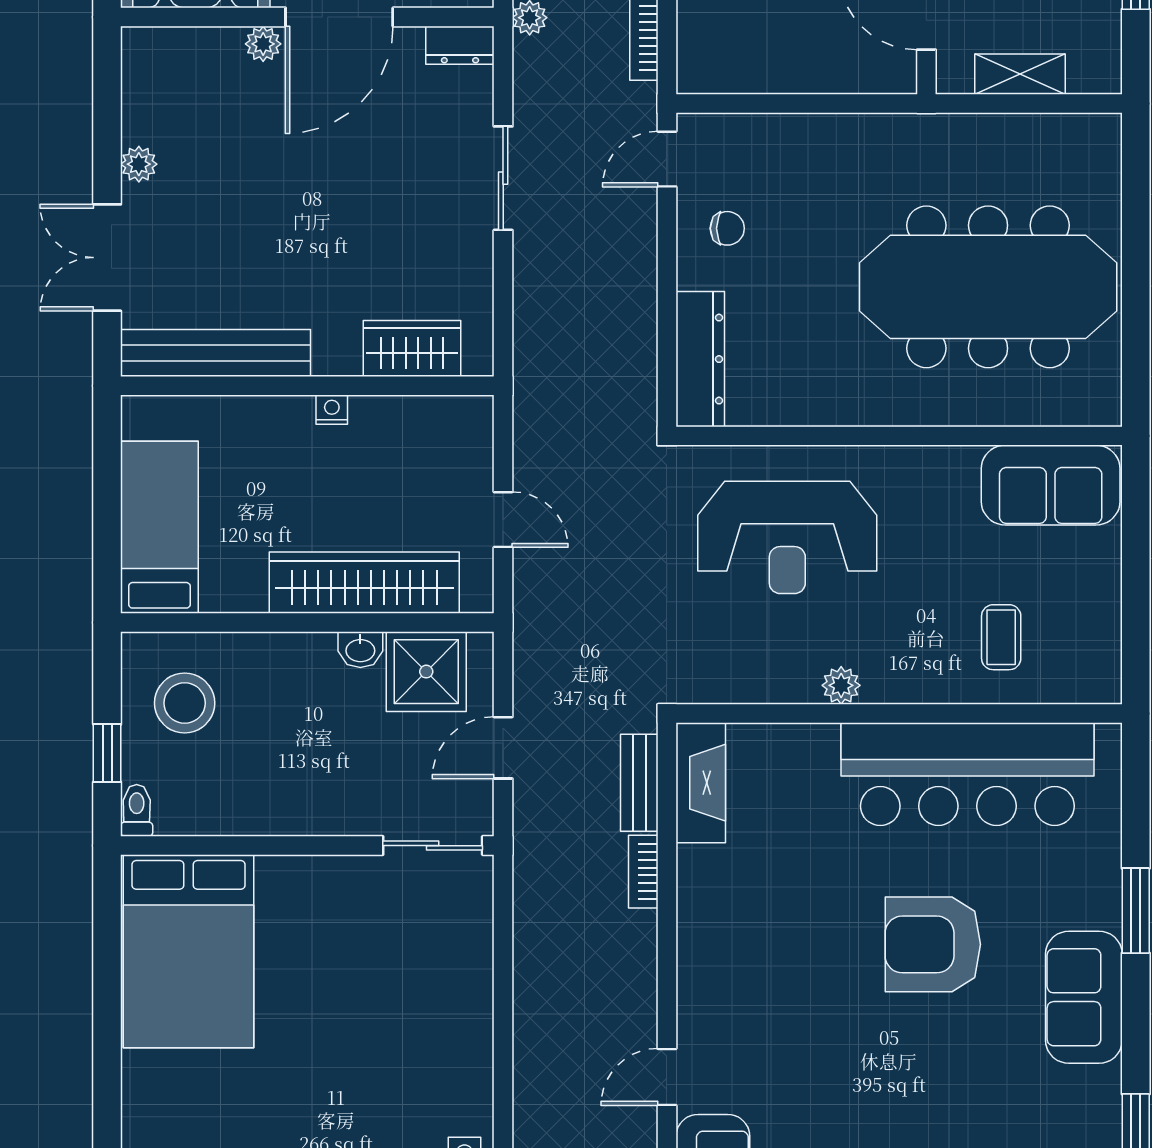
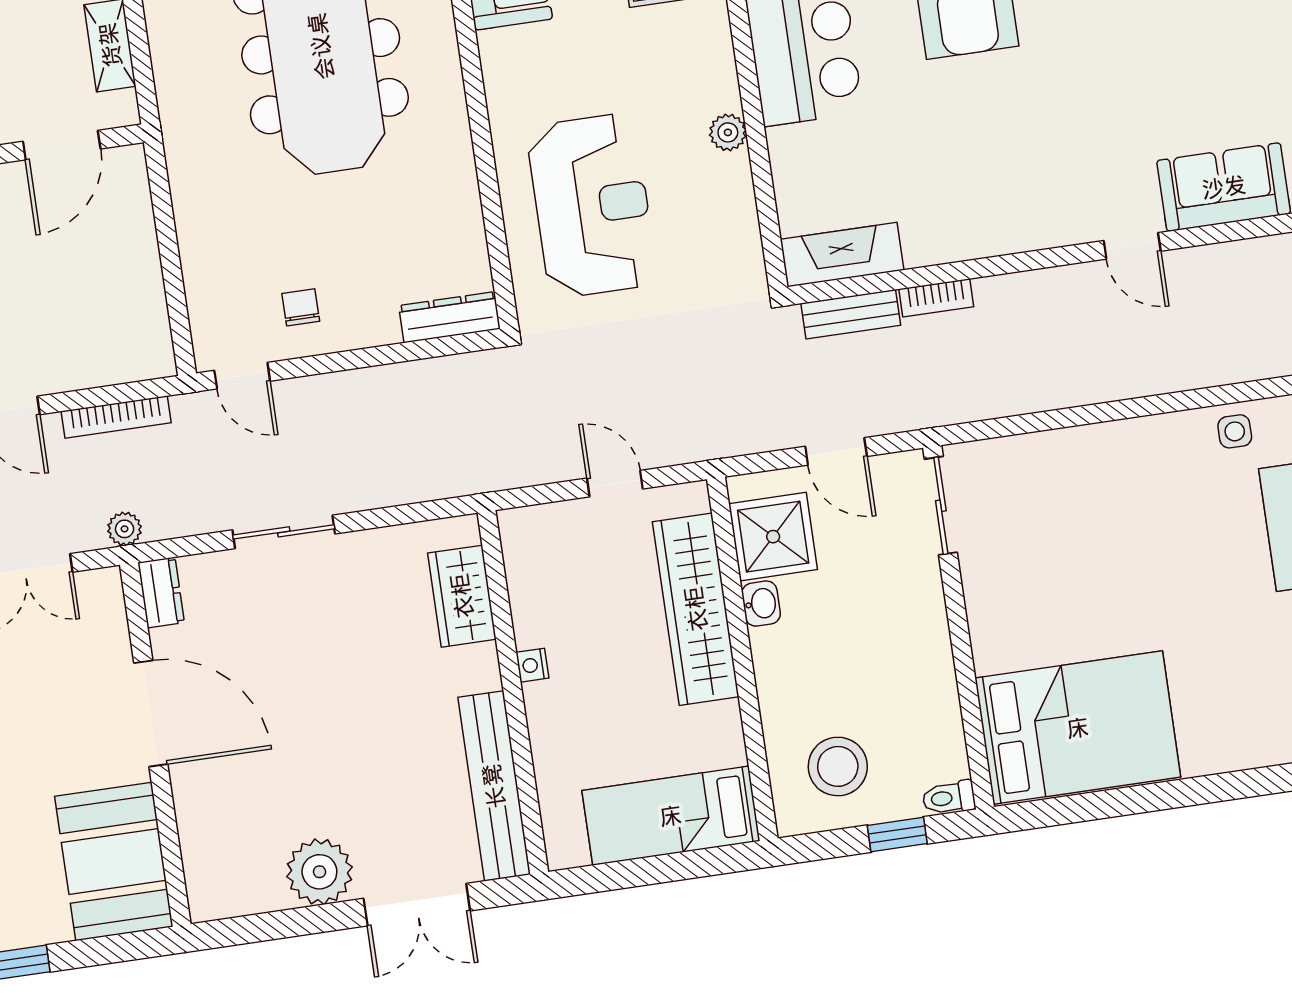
plant: (263, 44) -> (188, 784), removed
plant: (139, 164) -> (319, 872), width x1.88, depth x1.88
dresser: (700, 359) -> (450, 317), width x0.73, depth x0.80
door: (503, 520) -> (615, 484), hinge flipped

